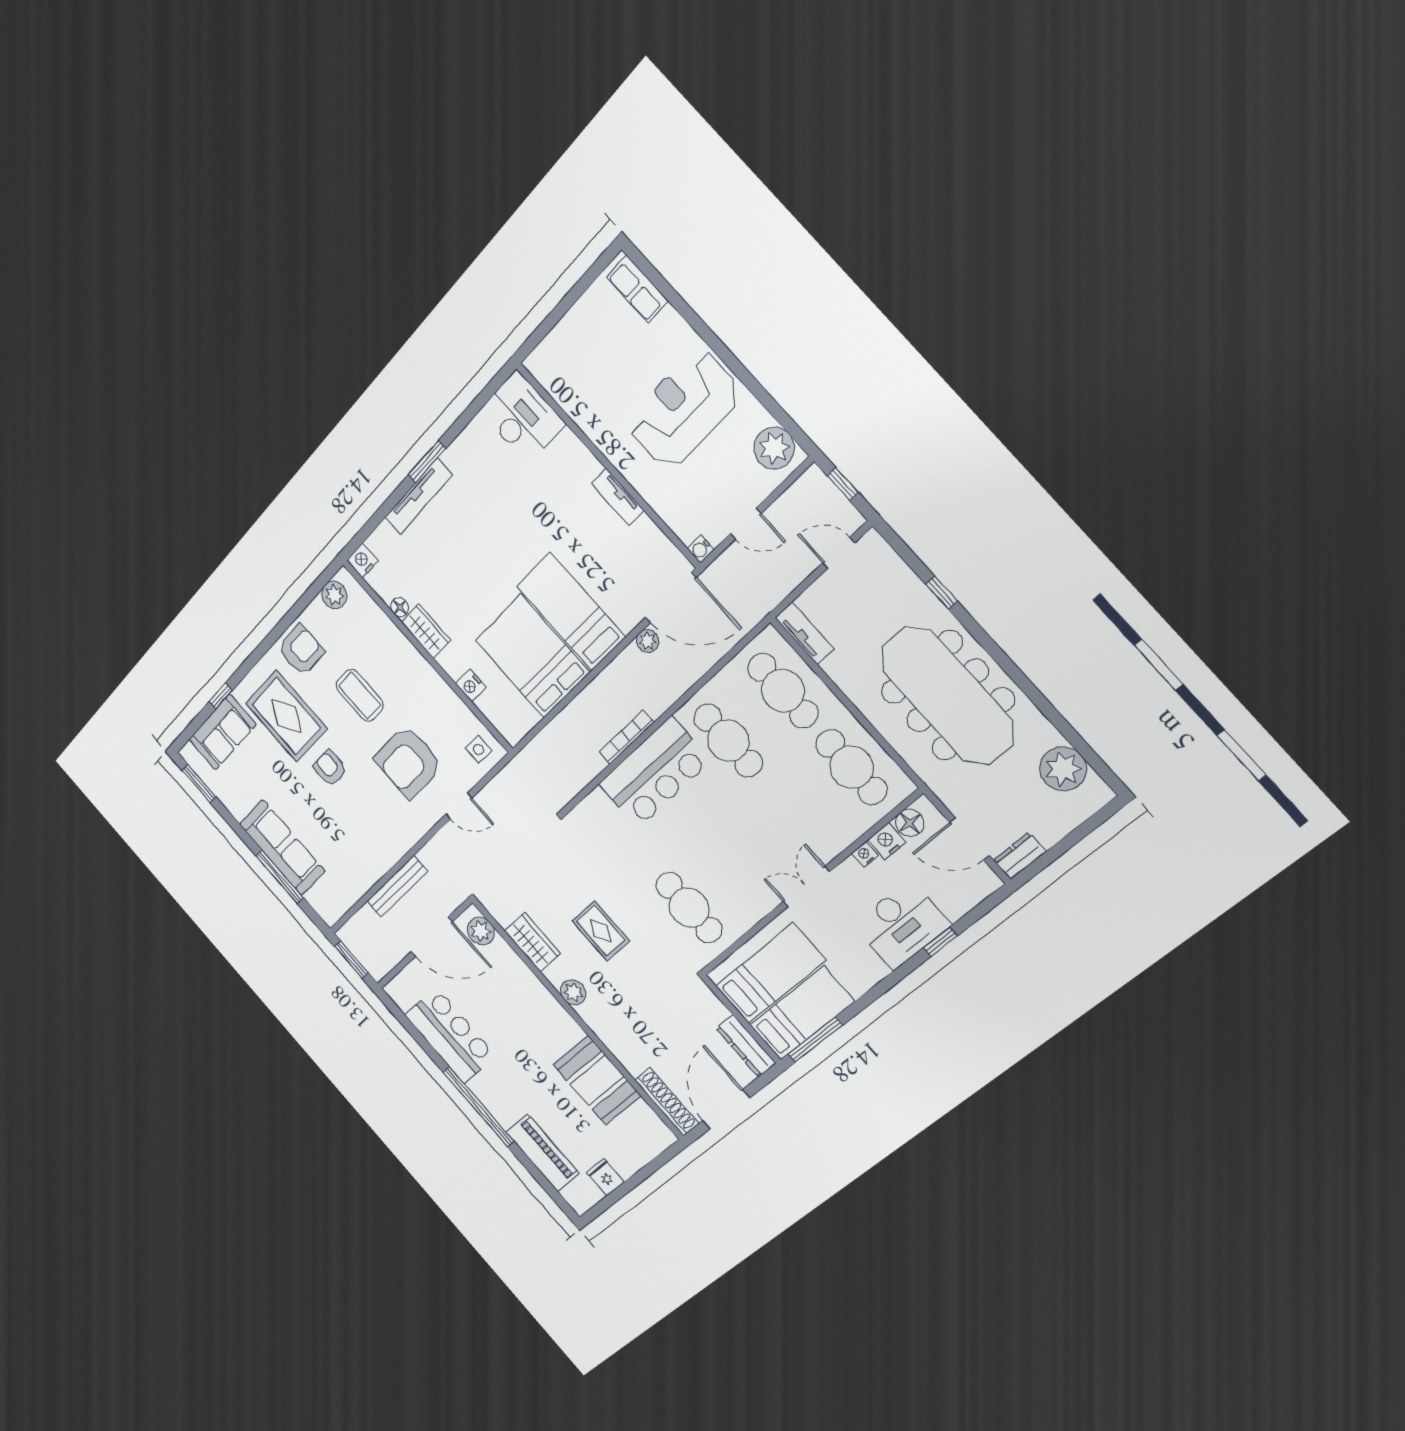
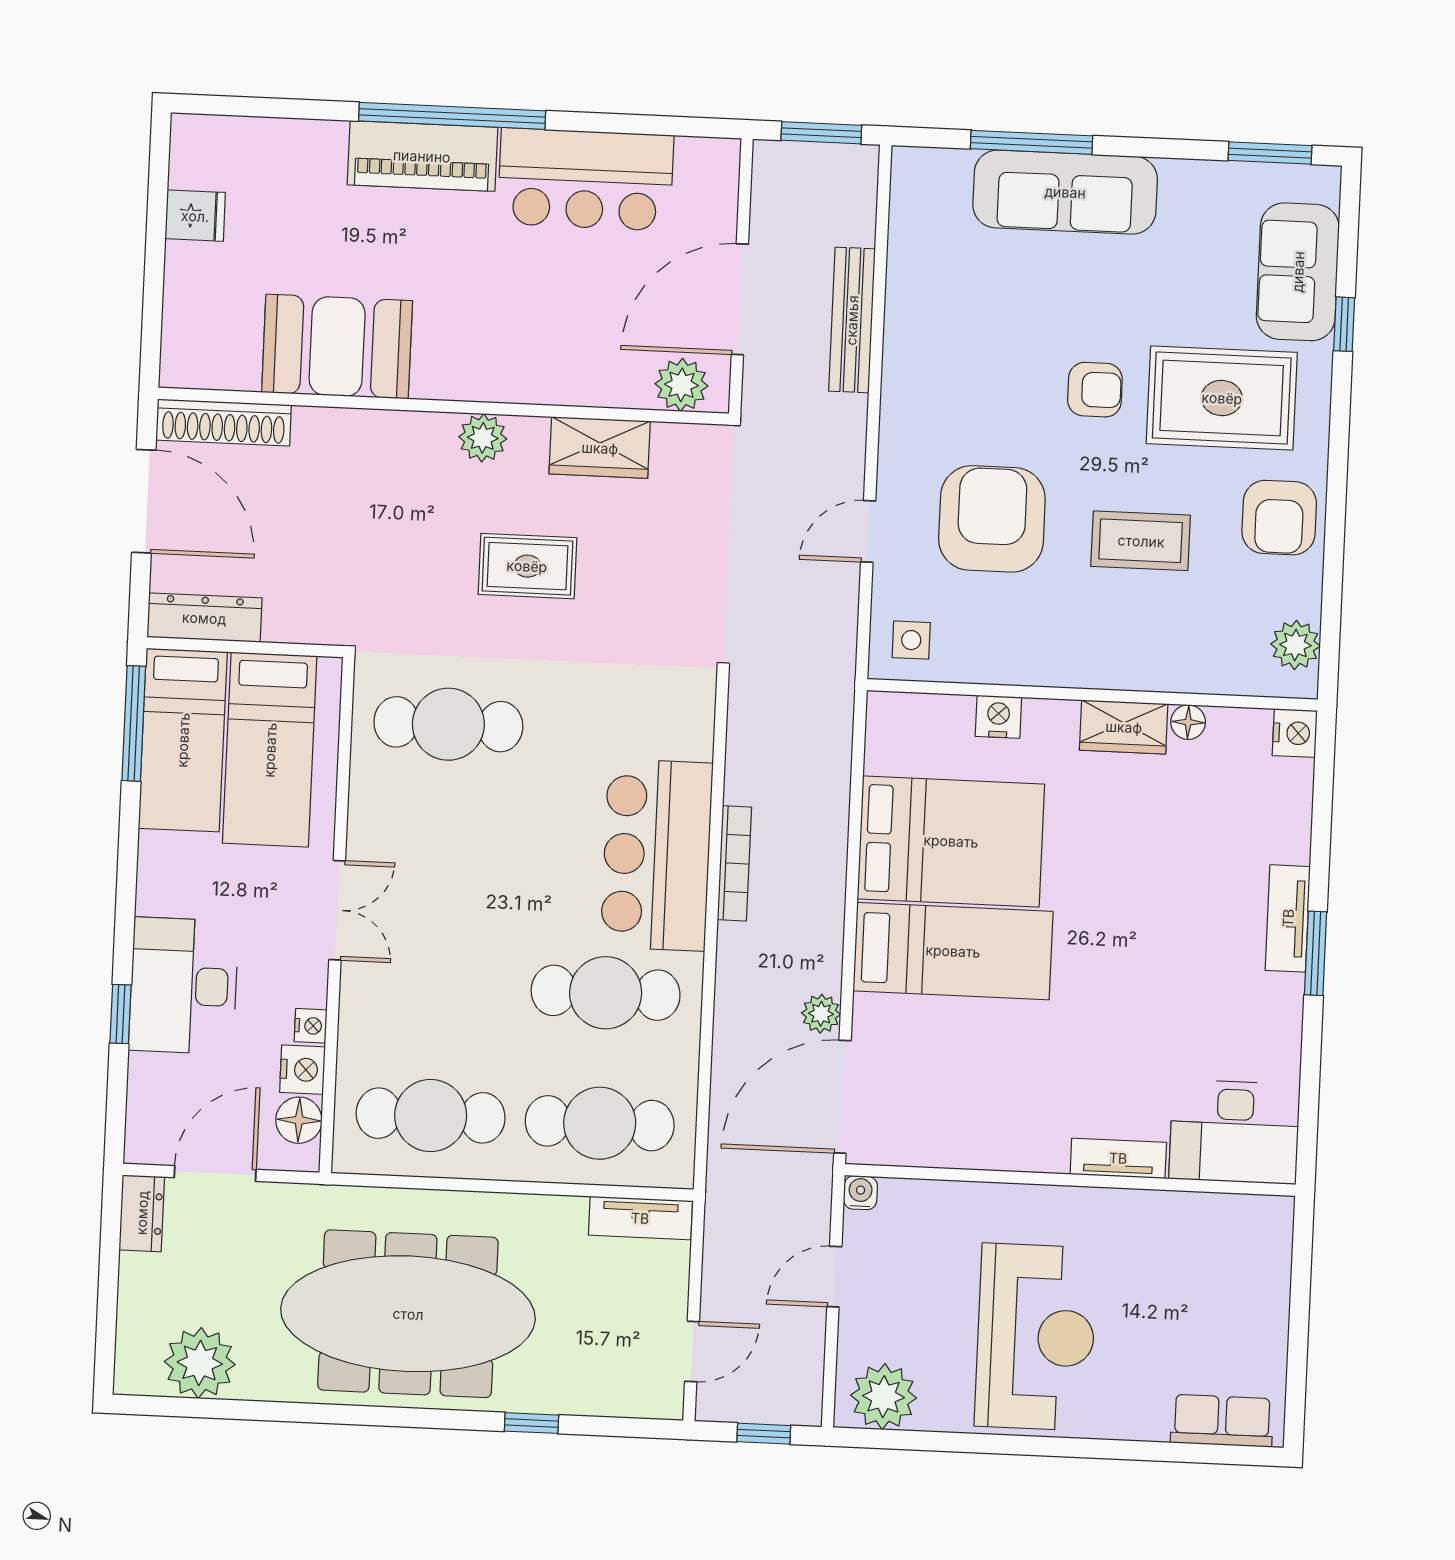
tv unit: (419, 496) -> (1288, 918), width x0.71
tv unit: (618, 497) -> (1118, 1158), moved
piano: (543, 1153) -> (422, 156), moved

